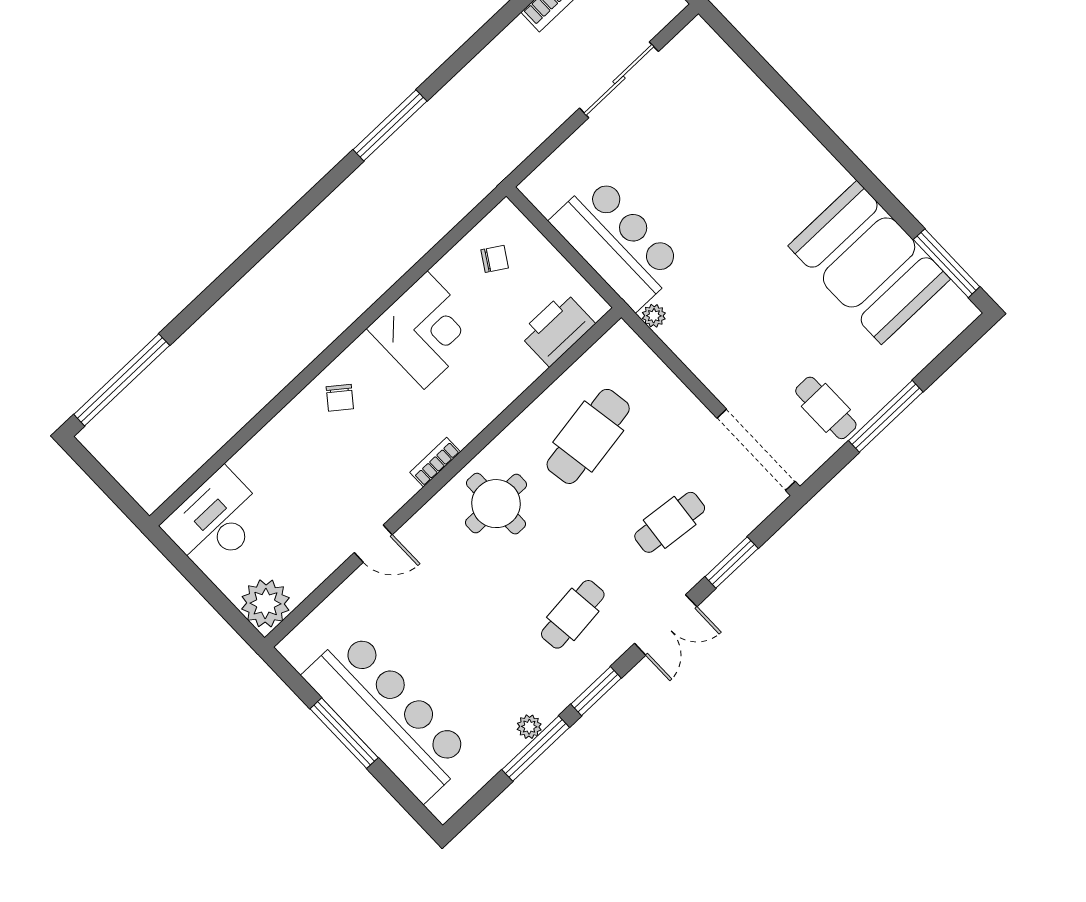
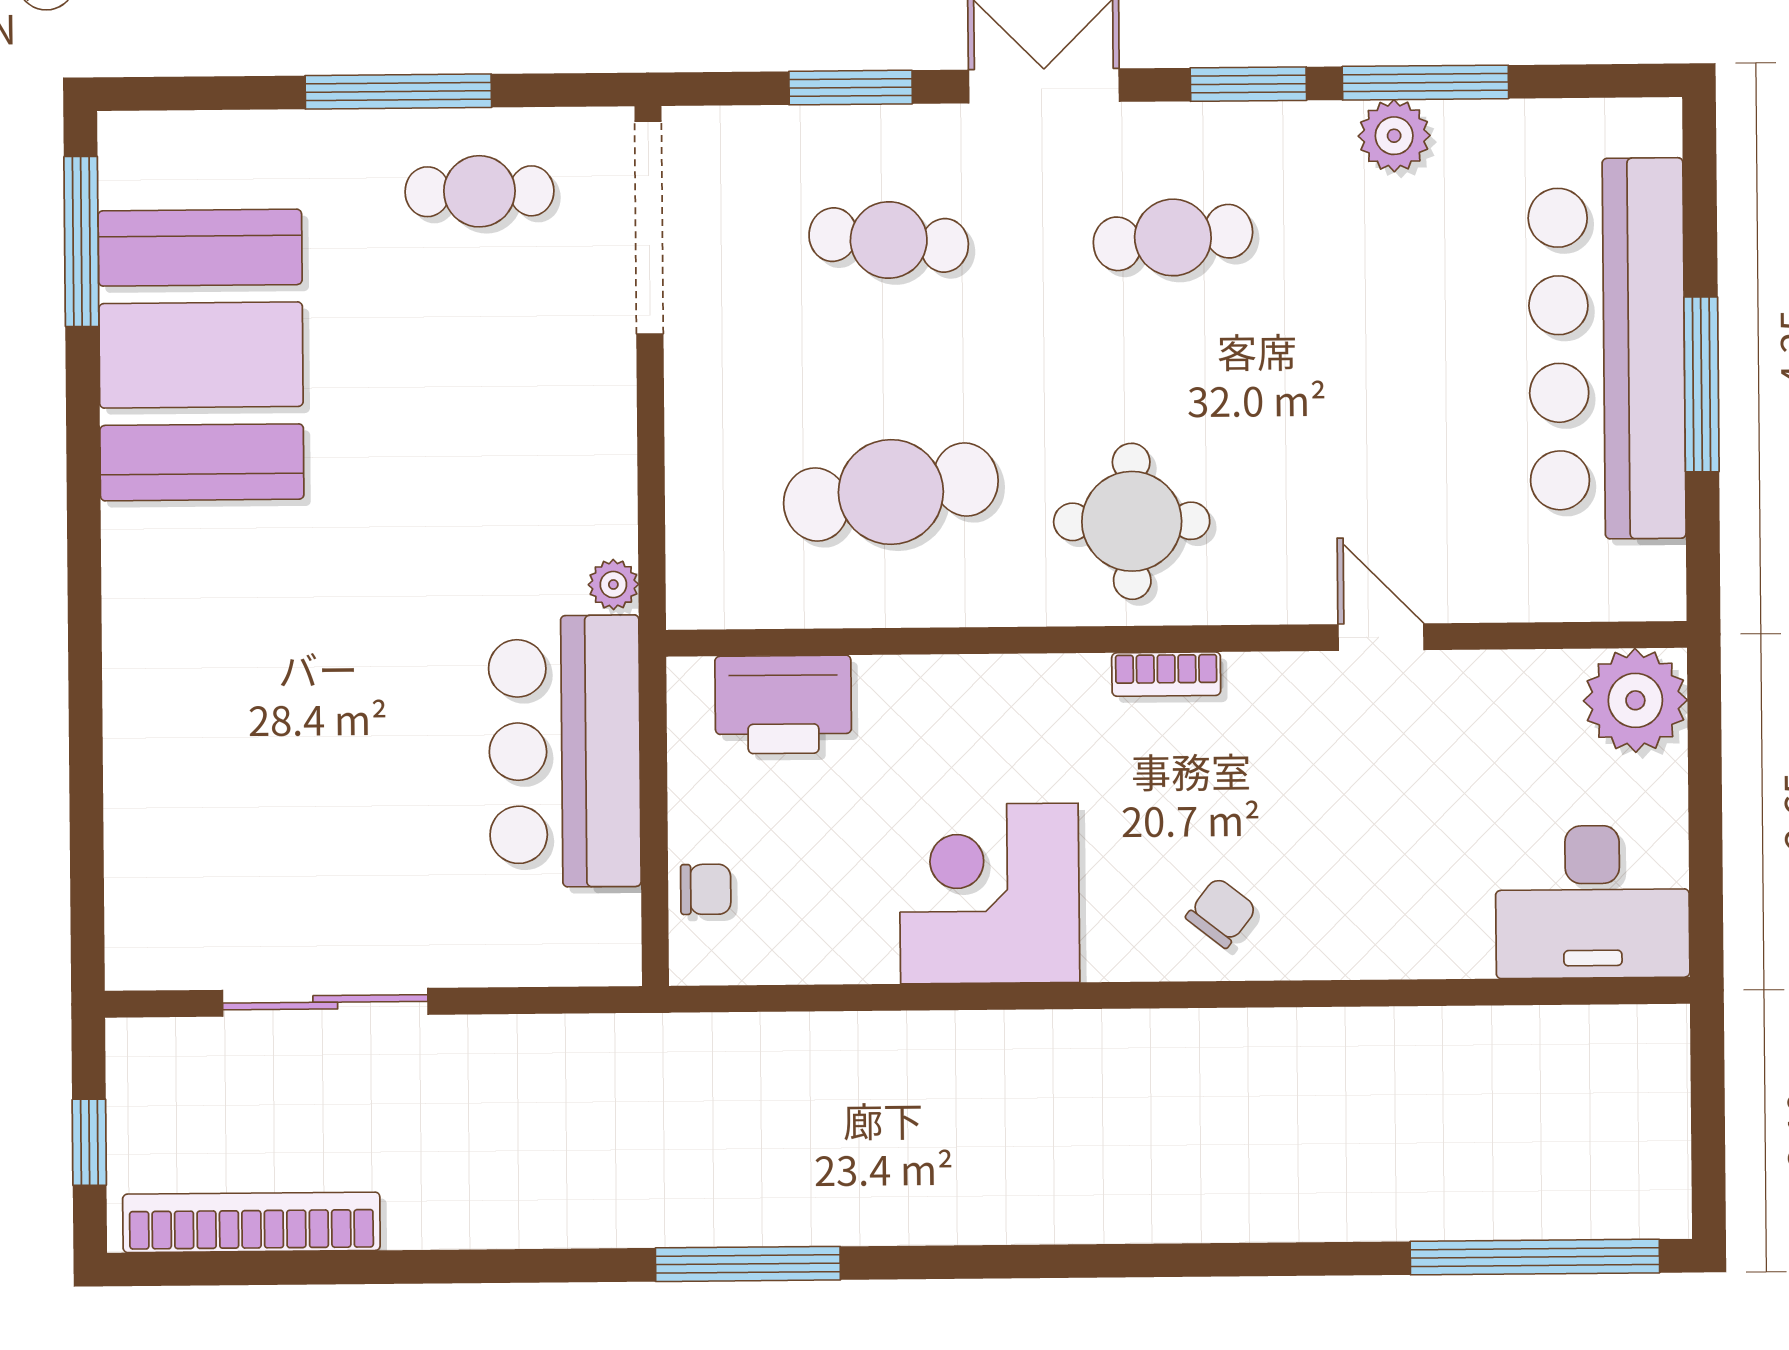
chair: (495, 259) -> (706, 889), moved, turned 148
cafe table: (826, 408) -> (479, 191), turned 90
plant: (529, 727) -> (1394, 136), width x1.38, depth x1.38

